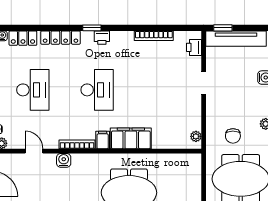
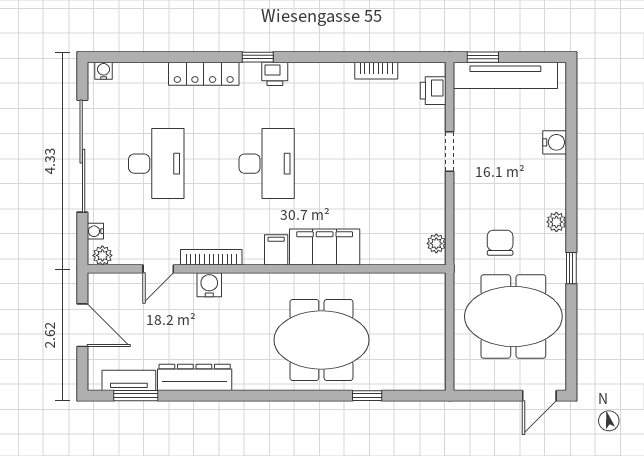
bookcase: (154, 36) -> (376, 71), width x0.64
locker: (23, 38) -> (139, 75), removed
chair: (233, 136) -> (500, 243), turned 180
bookcase: (77, 144) -> (211, 257), moved
door: (34, 151) -> (158, 269), swing flipped

